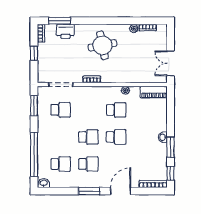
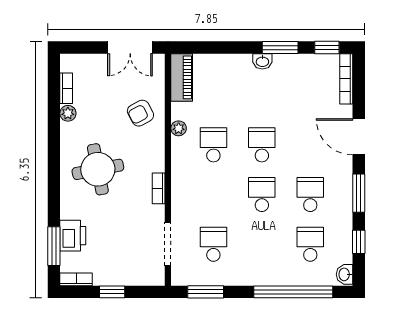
armchair: (134, 69) -> (140, 113), added
window: (62, 191) -> (359, 242), added

